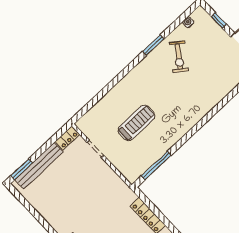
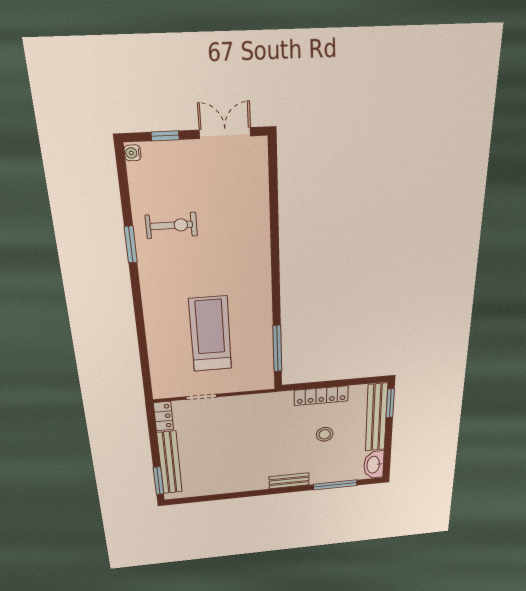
water cooler: (188, 22) -> (133, 153), moved
exercise bike: (179, 57) -> (171, 225), turned -36
treadmill: (136, 123) -> (210, 334), width x1.37, depth x1.38

